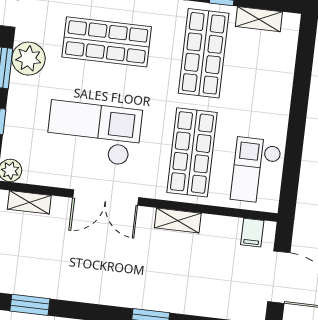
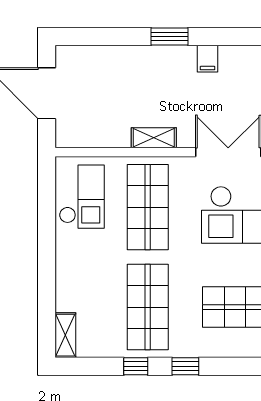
shelving: (259, 19) -> (65, 335), moved, turned 90
filing cabinet: (252, 233) -> (208, 59), moved, turned 180

